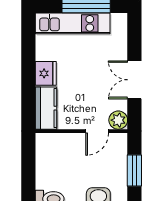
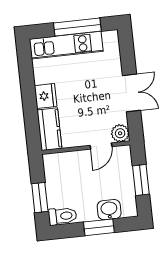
double door: (134, 80) -> (131, 93), swing flipped
window: (28, 177) -> (40, 198), added

